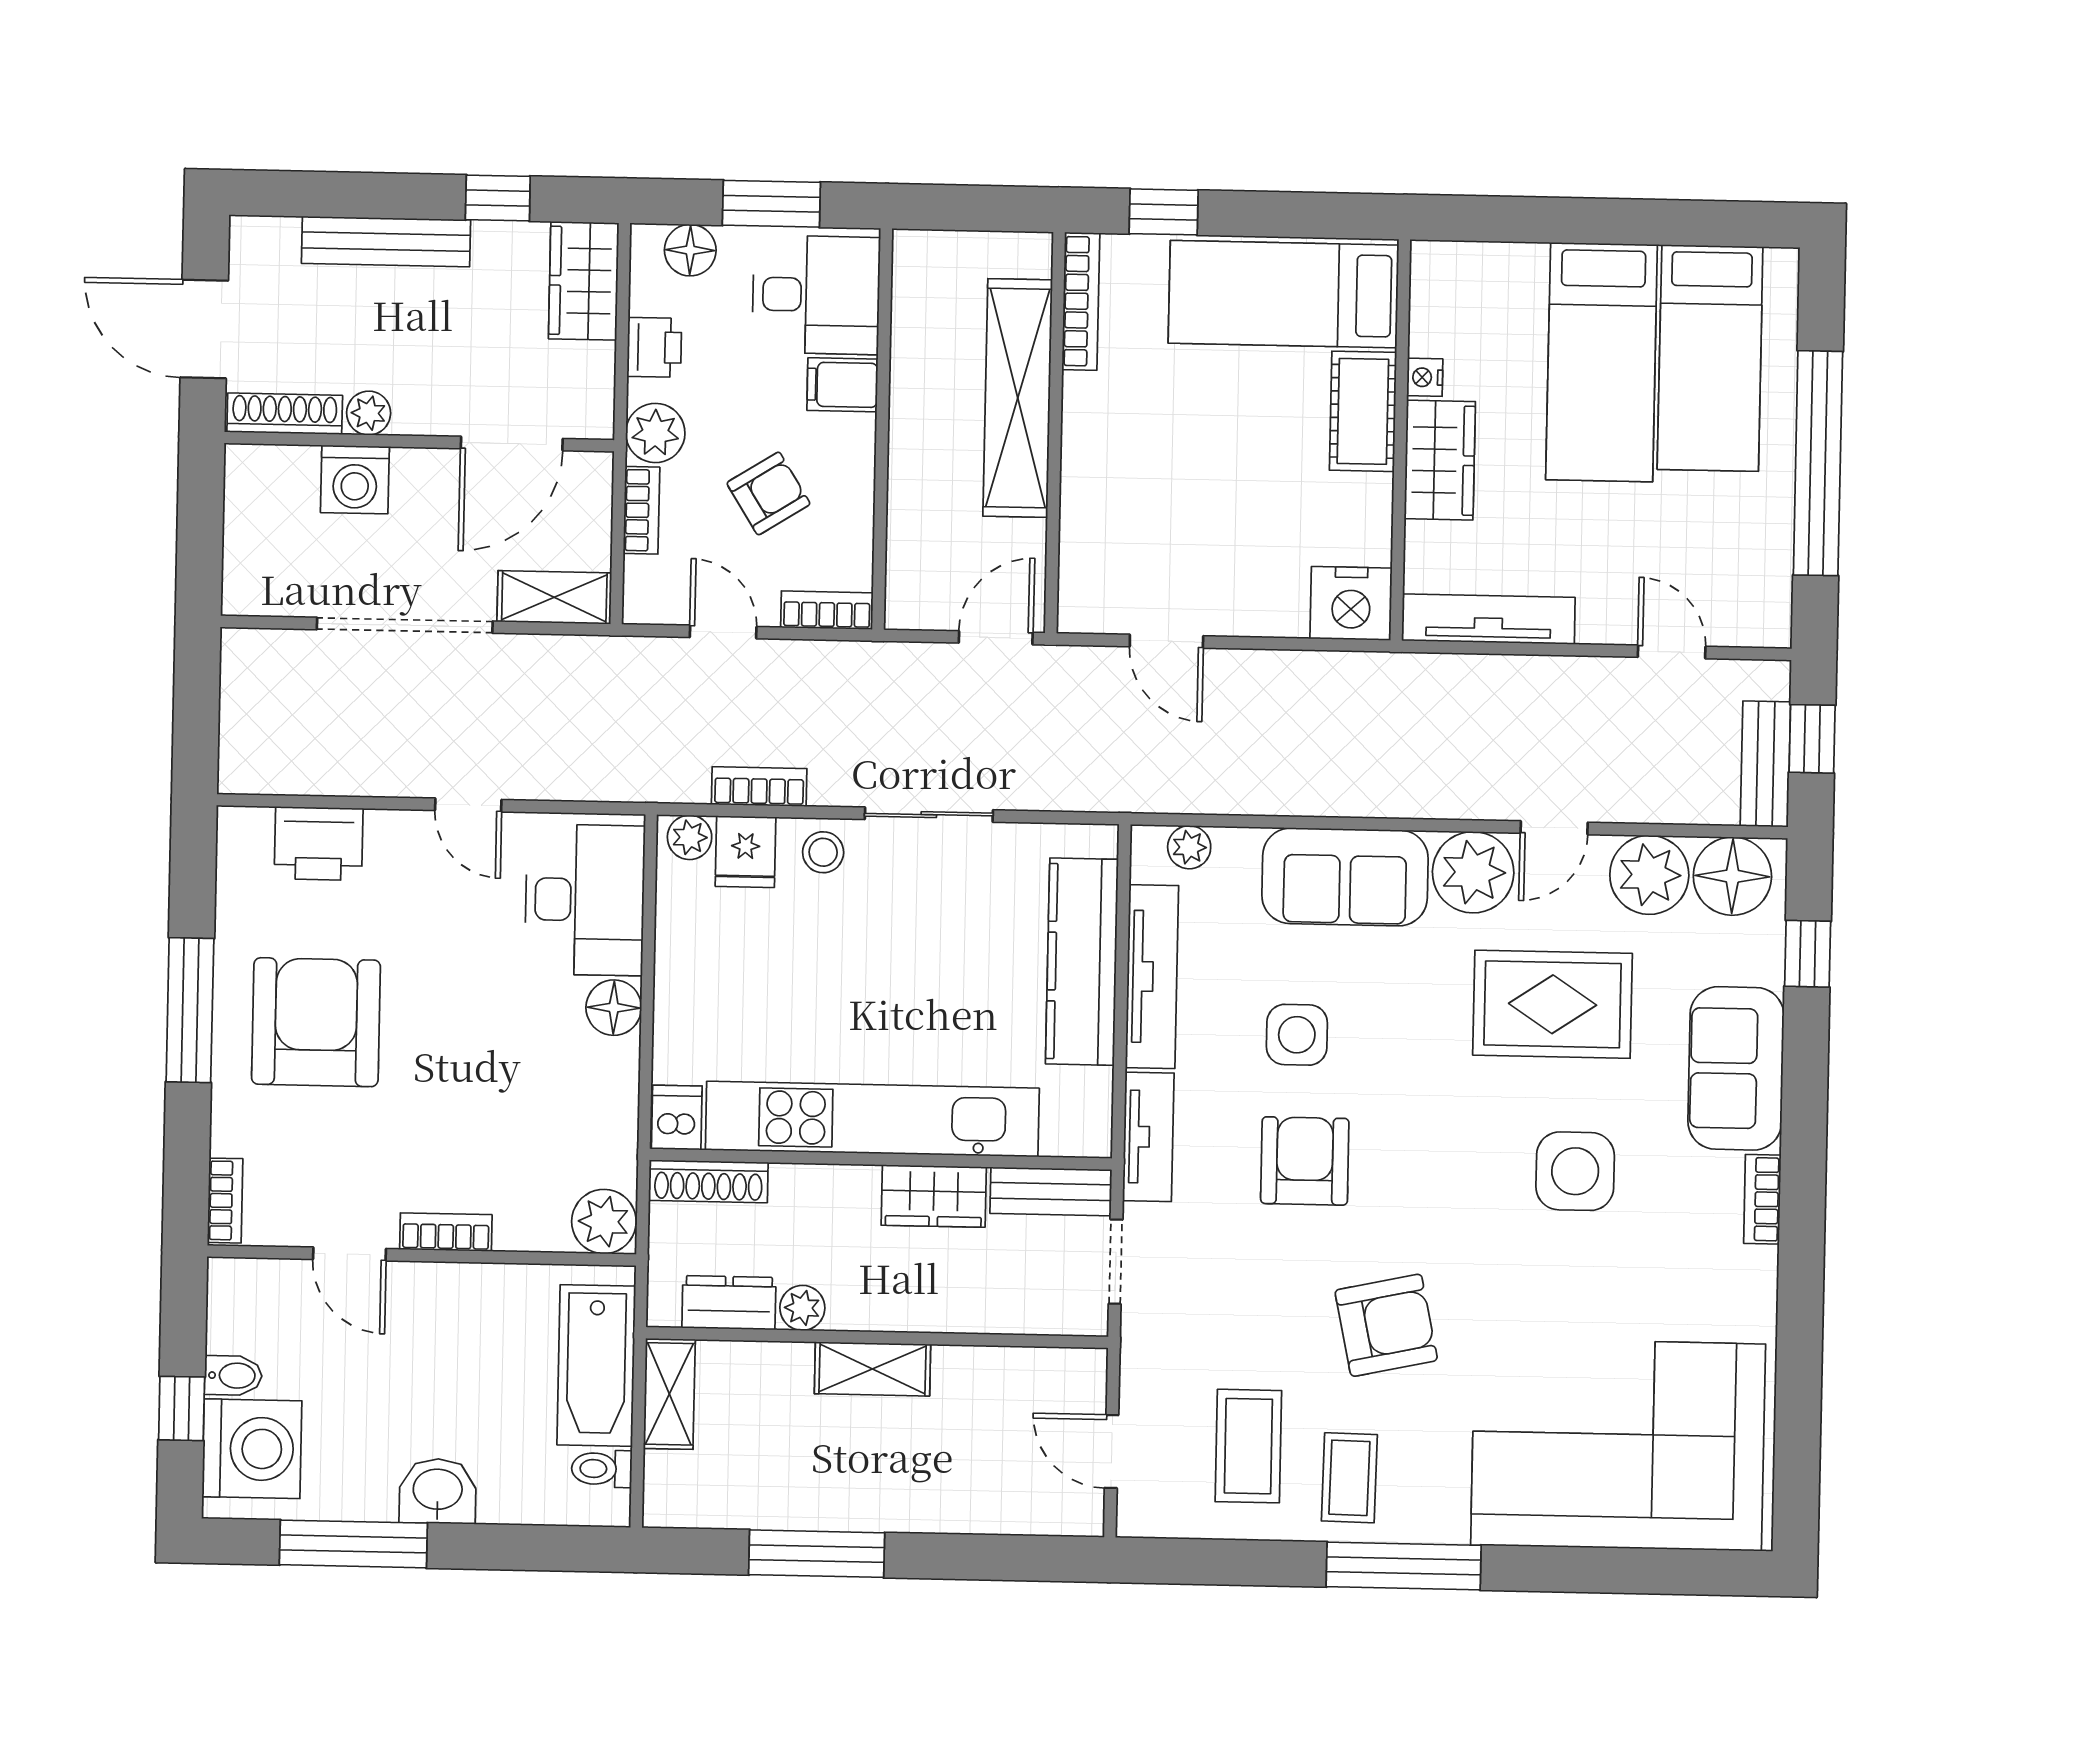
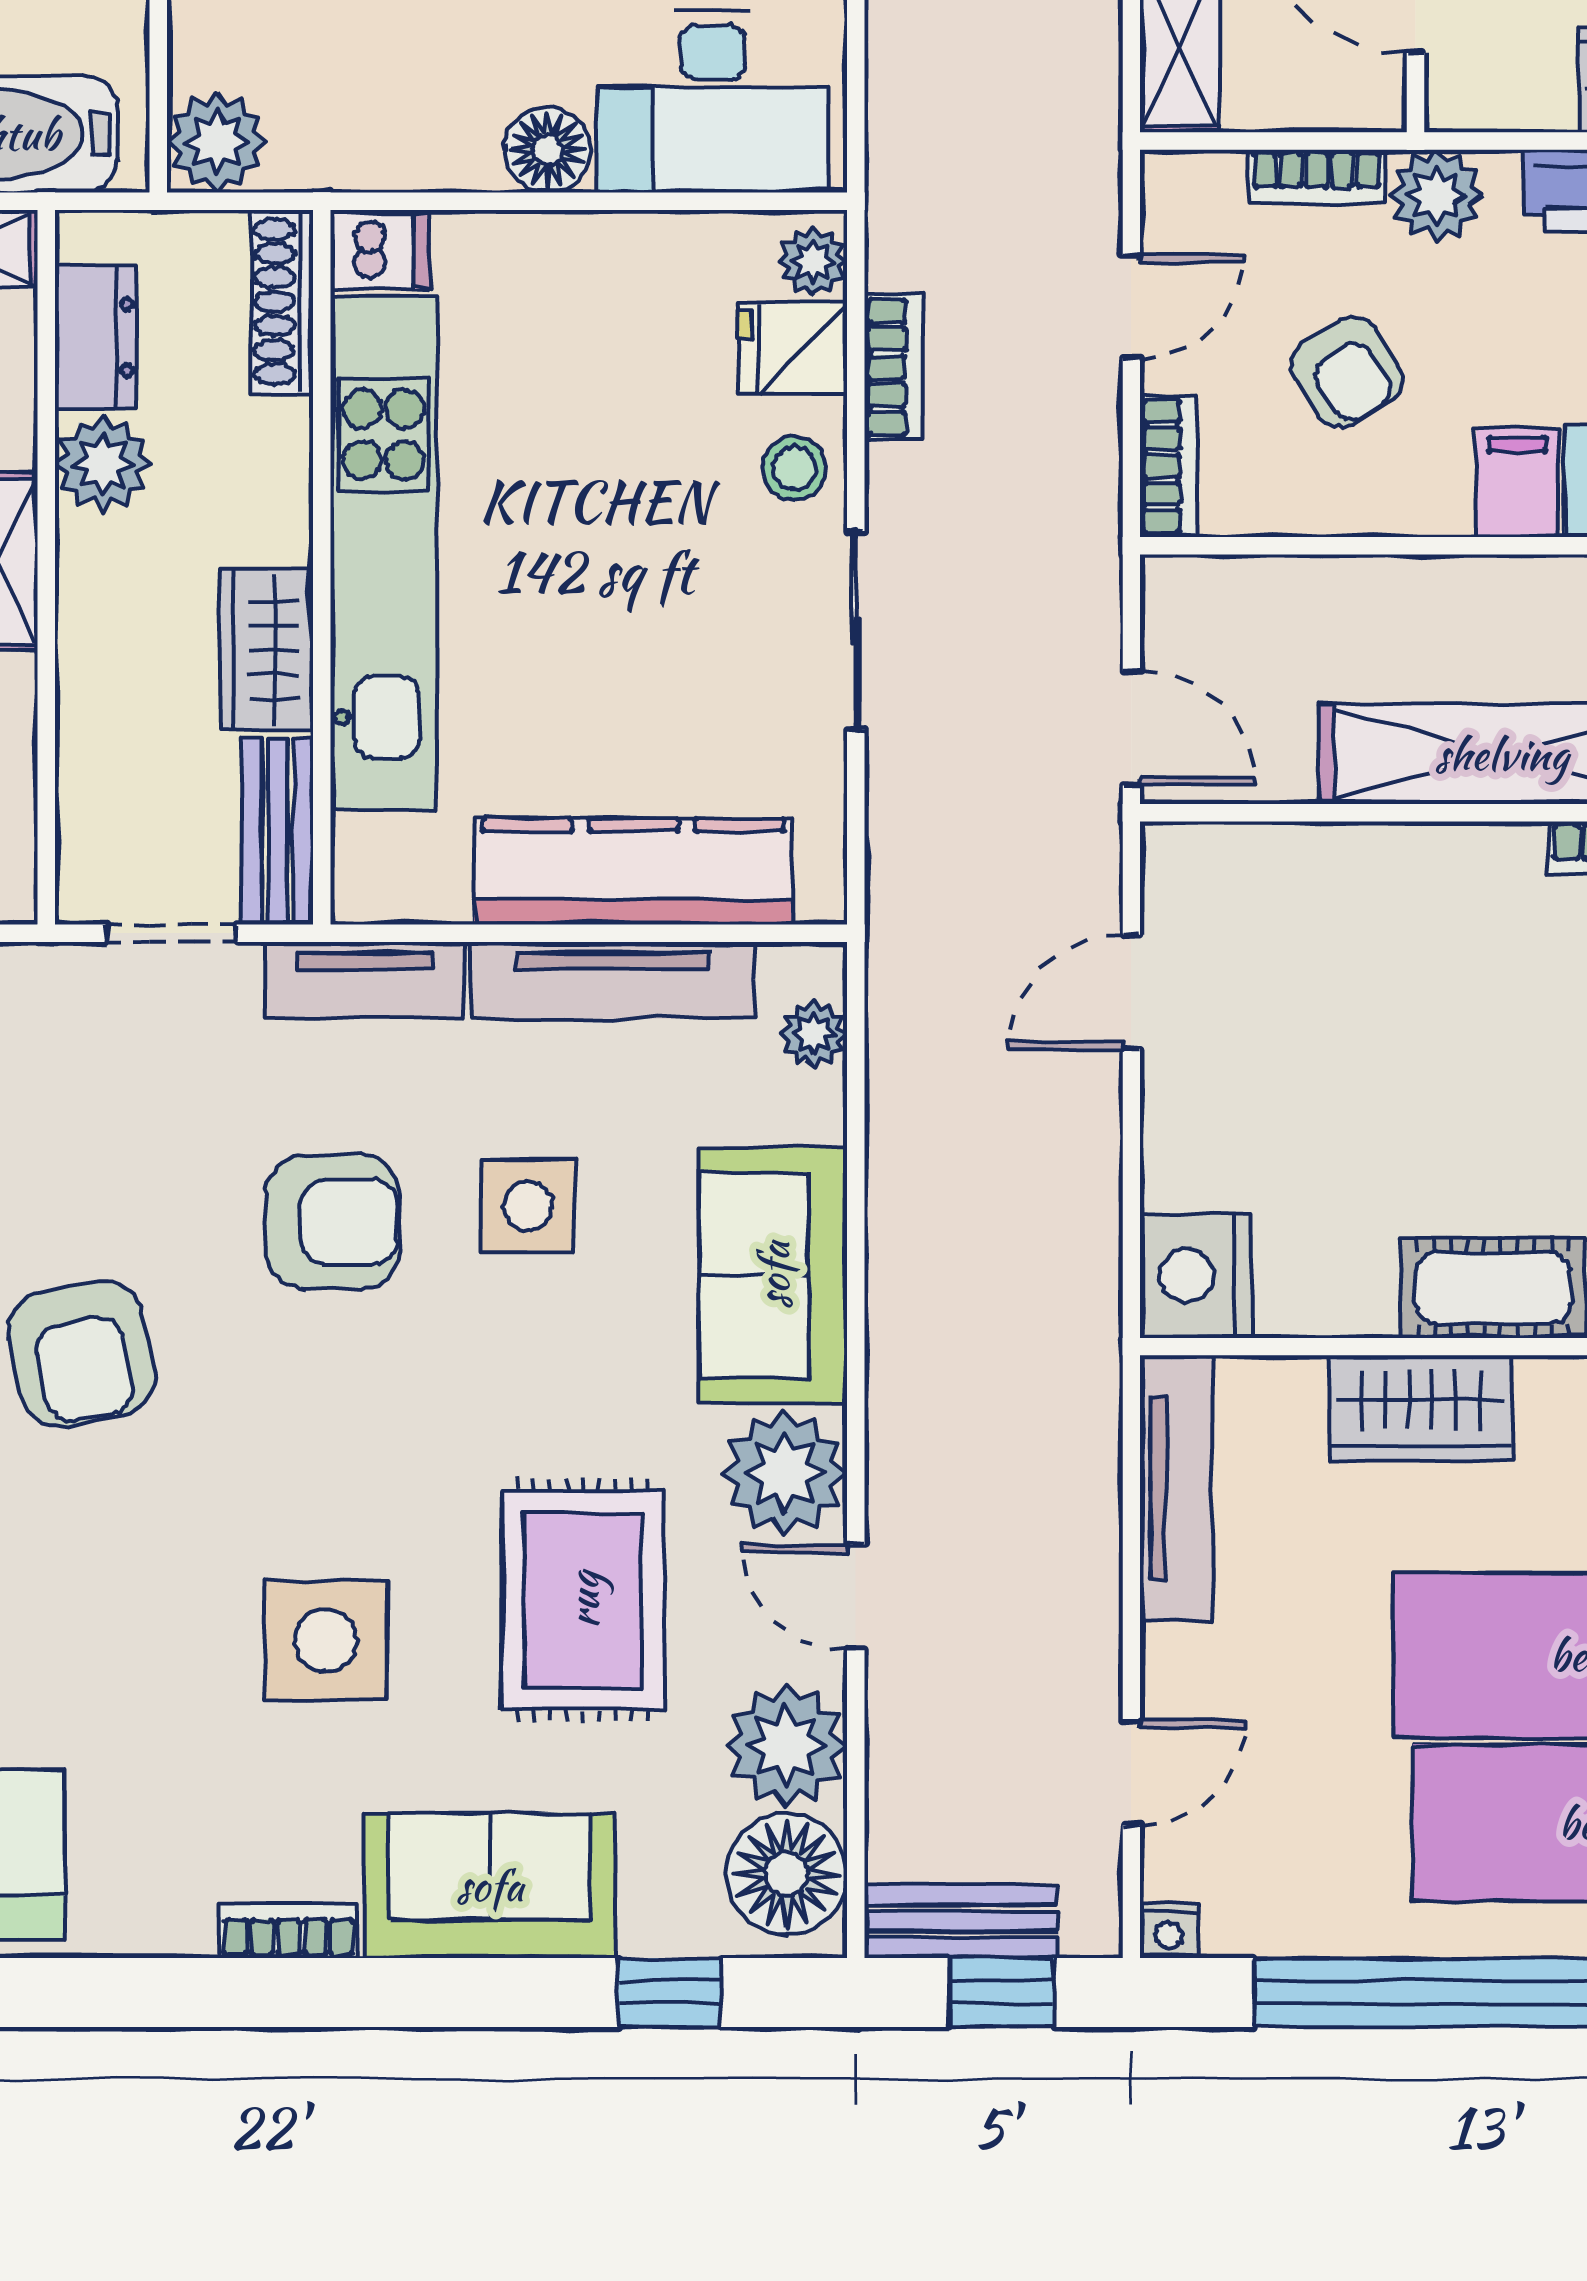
nightstand: (1425, 377) -> (1169, 1931), moved, turned 180
plant: (802, 1308) -> (103, 464), width x1.38, depth x1.38

